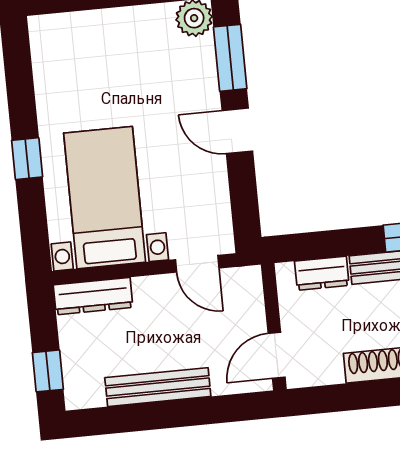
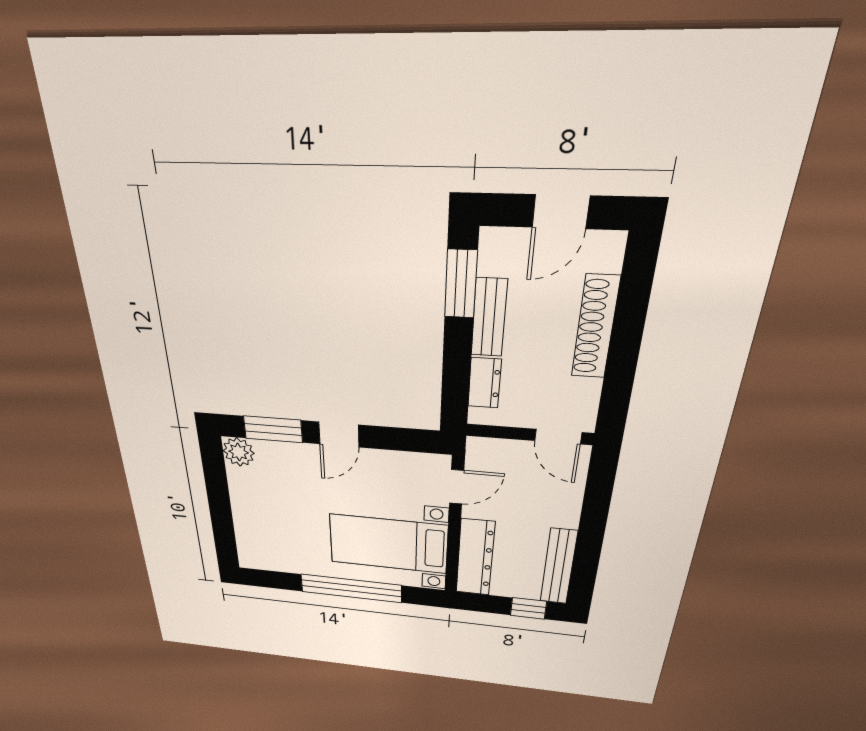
window: (27, 159) -> (351, 588), width x3.17
dresser: (93, 296) -> (475, 558), width x1.37, depth x1.24
bench: (158, 387) -> (559, 567), moved

